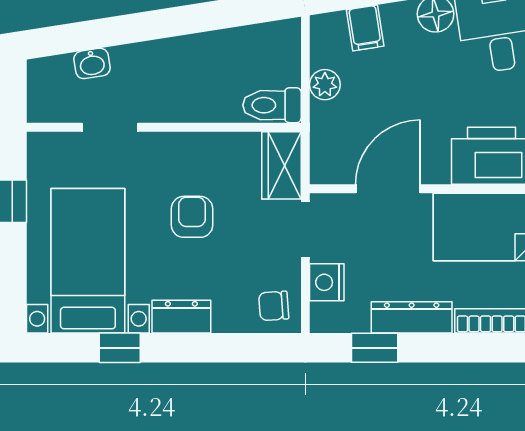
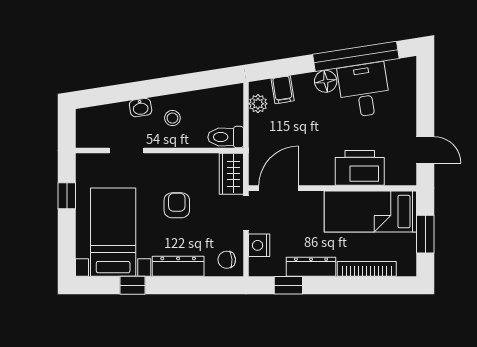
washbasin: (92, 63) -> (141, 108), moved
stool: (185, 74) -> (172, 118), added
plant: (325, 85) -> (258, 104), moved
door: (388, 189) -> (279, 188), moved
dresser: (181, 317) -> (178, 266), width x1.44

